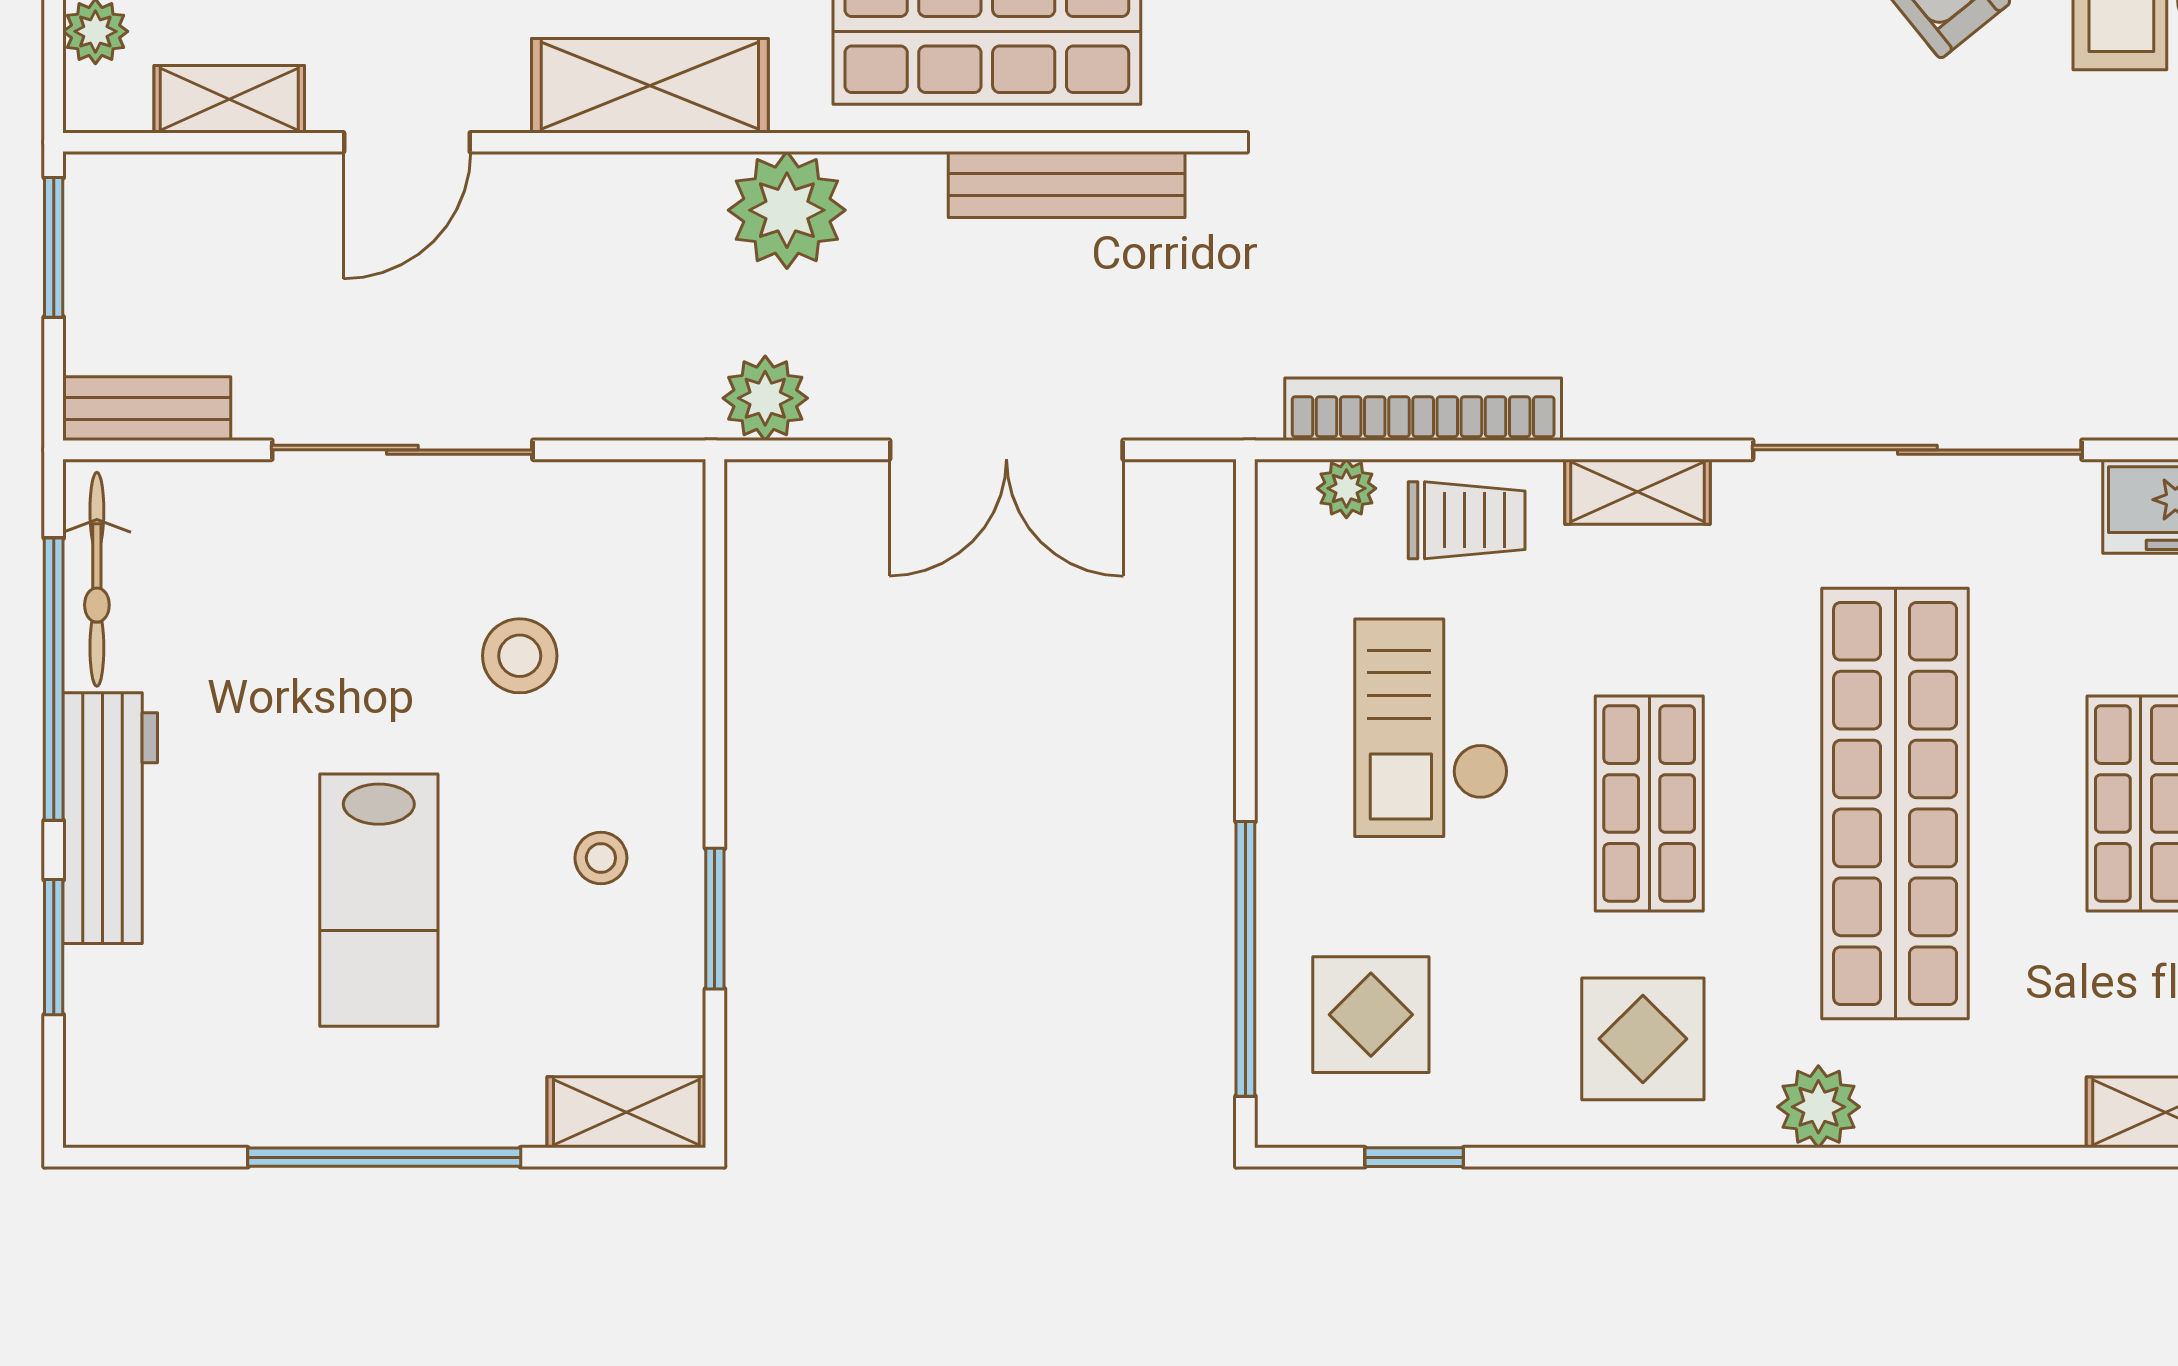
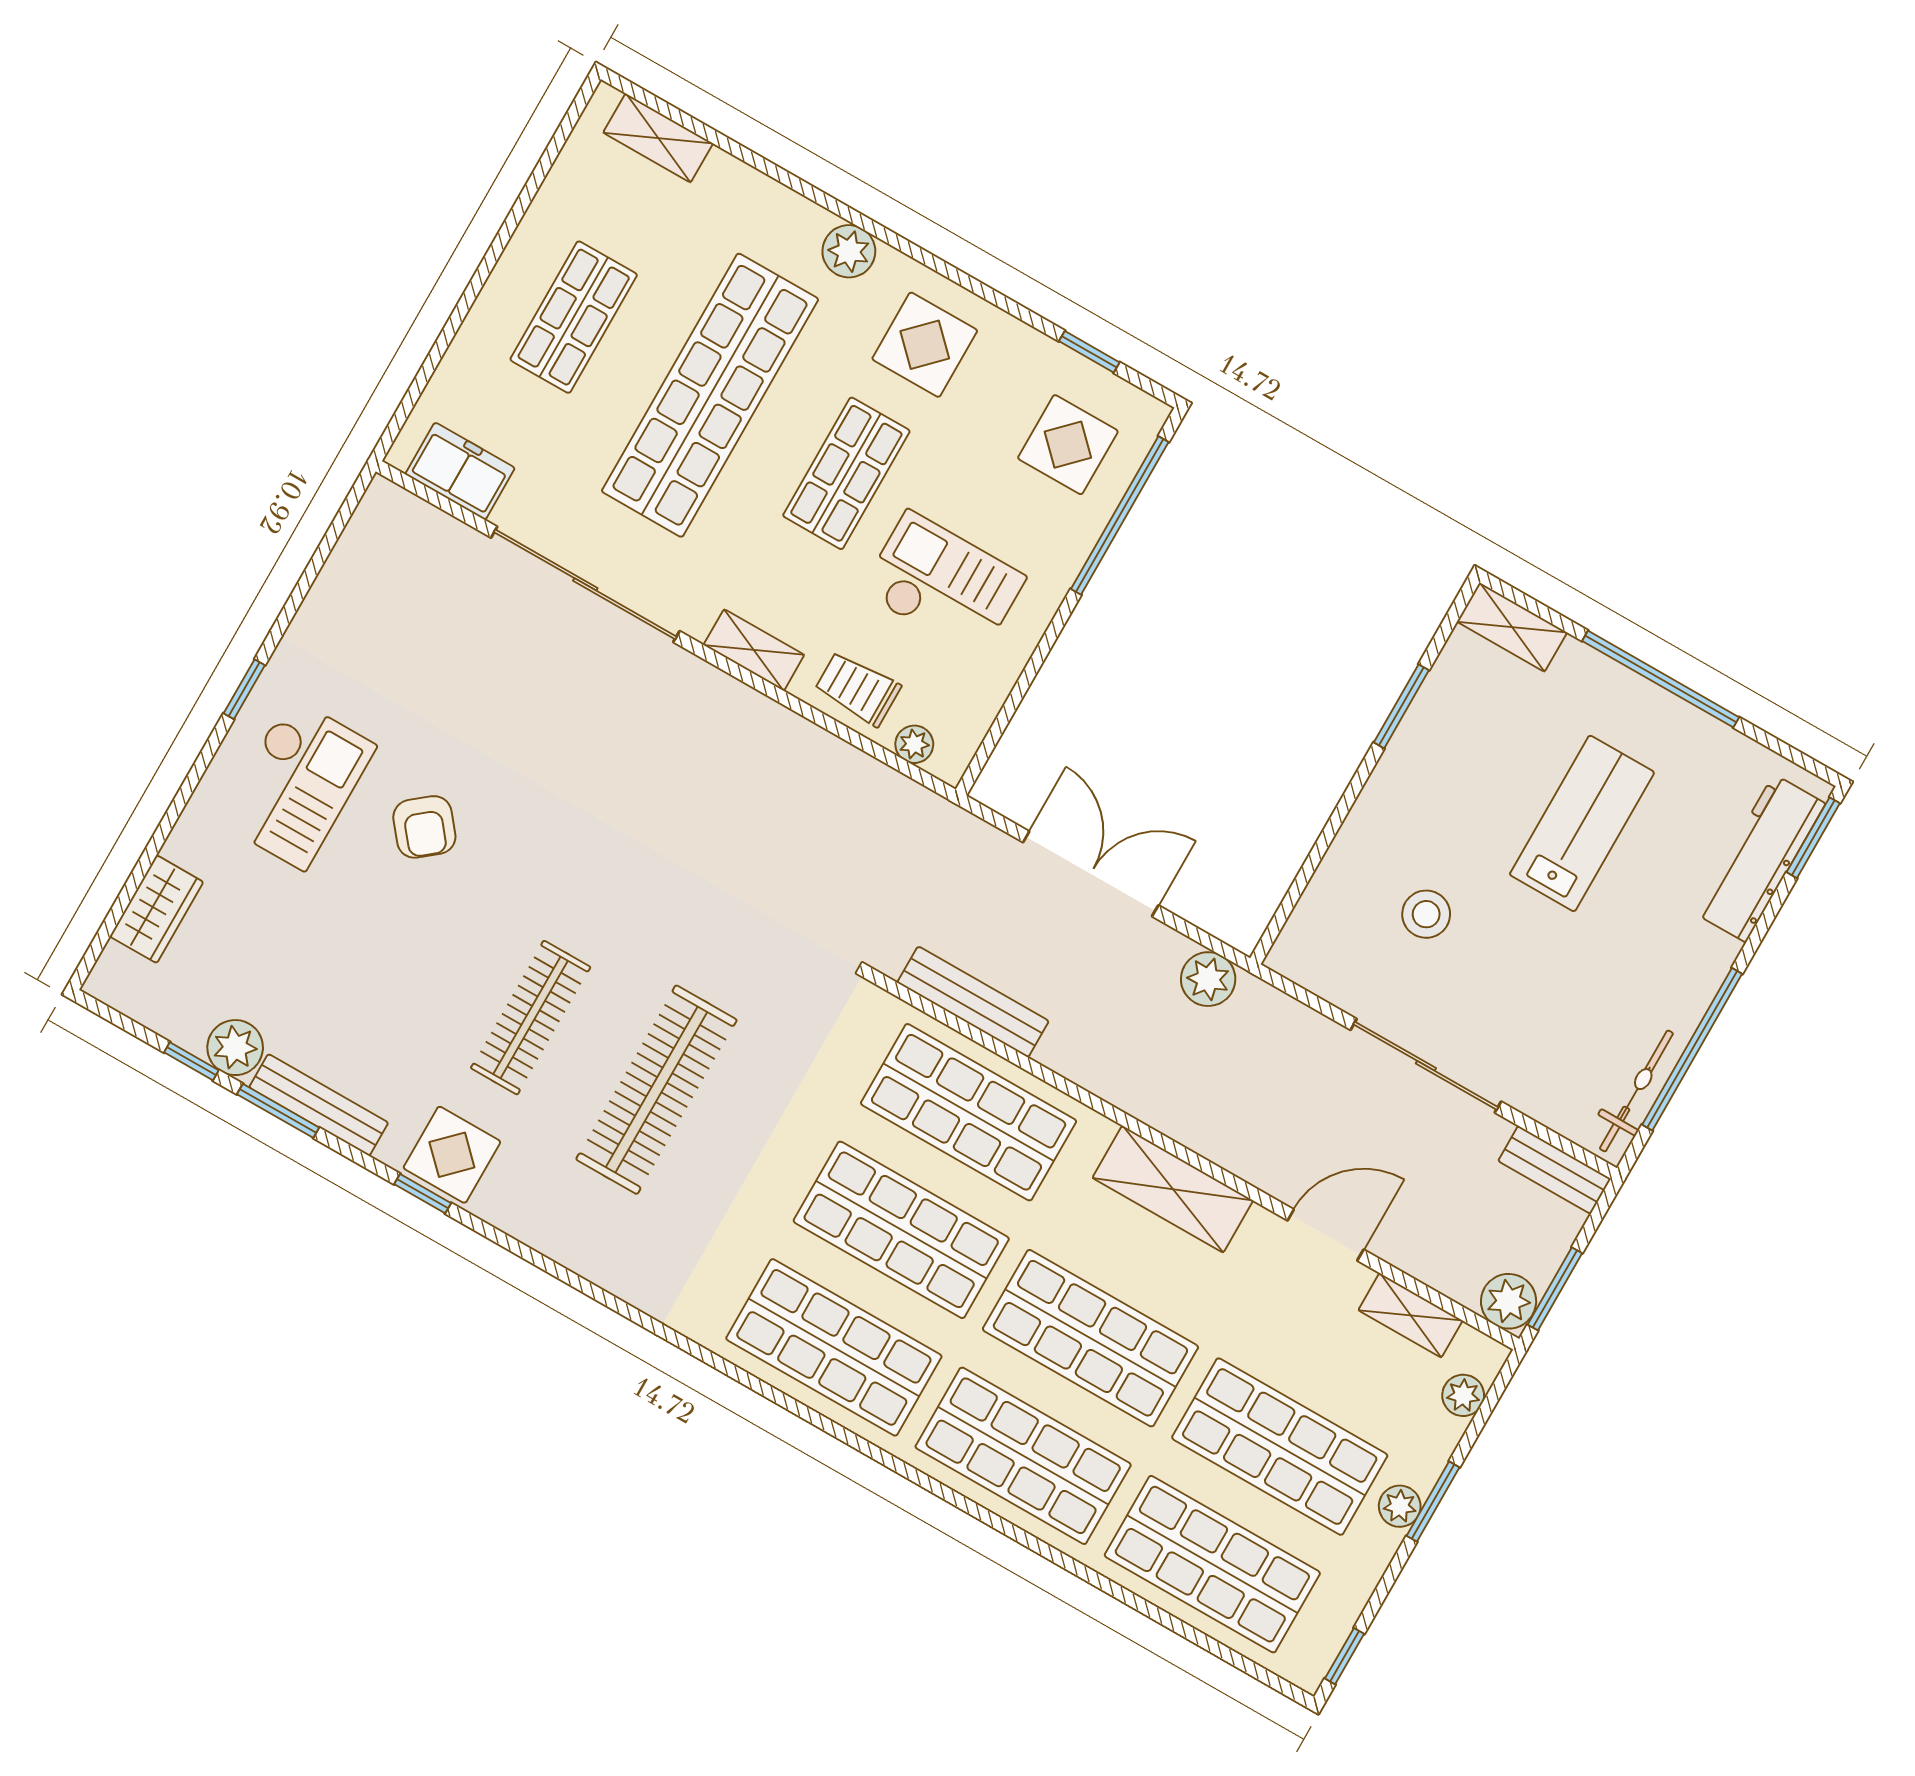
plant: (787, 210) -> (1509, 1301), moved, width x0.73, depth x0.73
bookcase: (1423, 409) -> (847, 764), removed
checkout: (1431, 728) -> (943, 584), turned -90
workbench: (110, 818) -> (1760, 858), moved
stool: (601, 858) -> (1445, 776), removed
window: (54, 947) -> (1813, 838), moved

